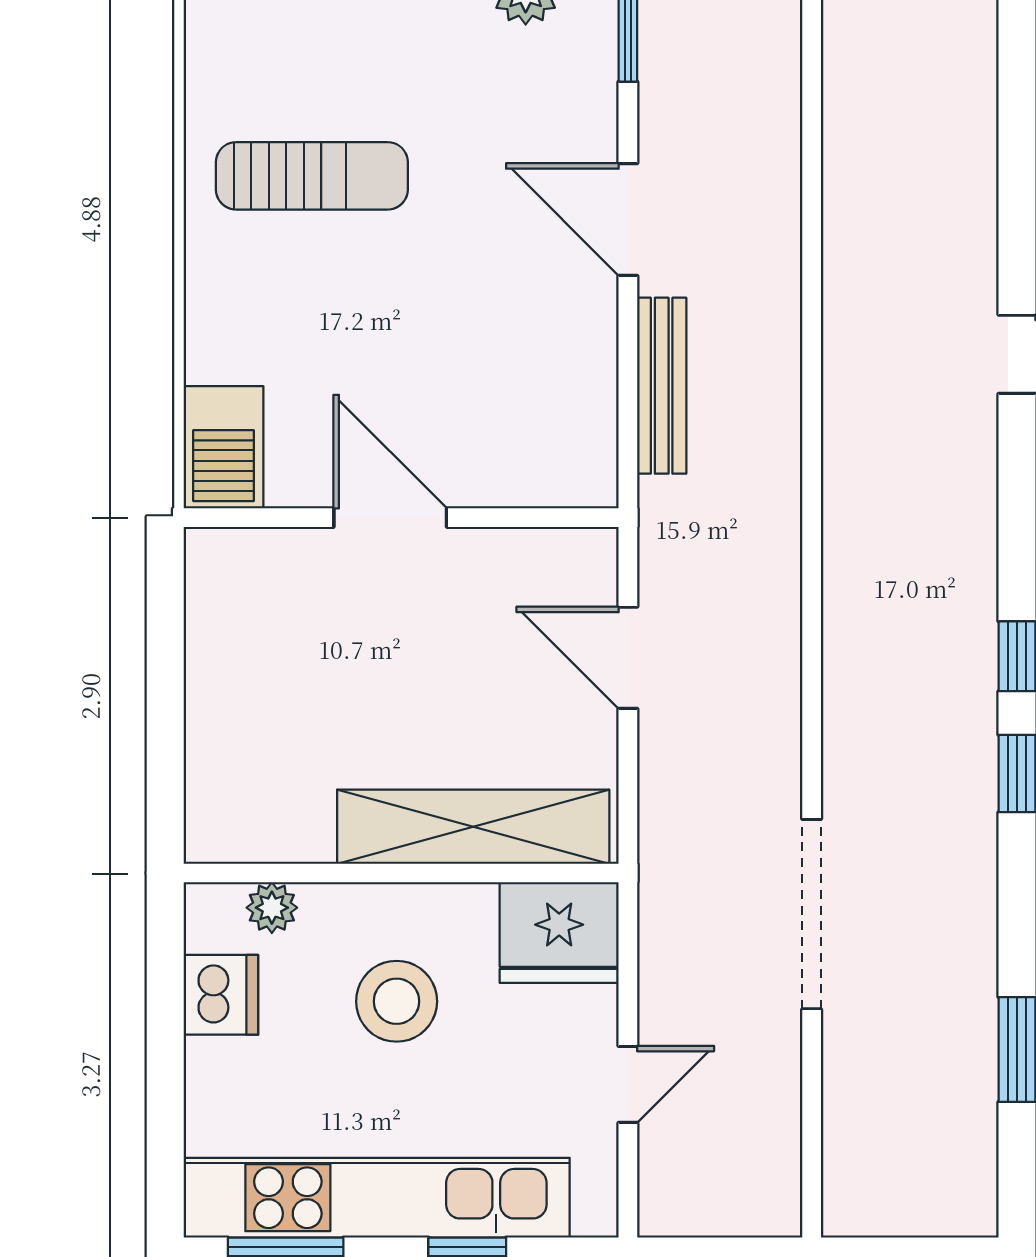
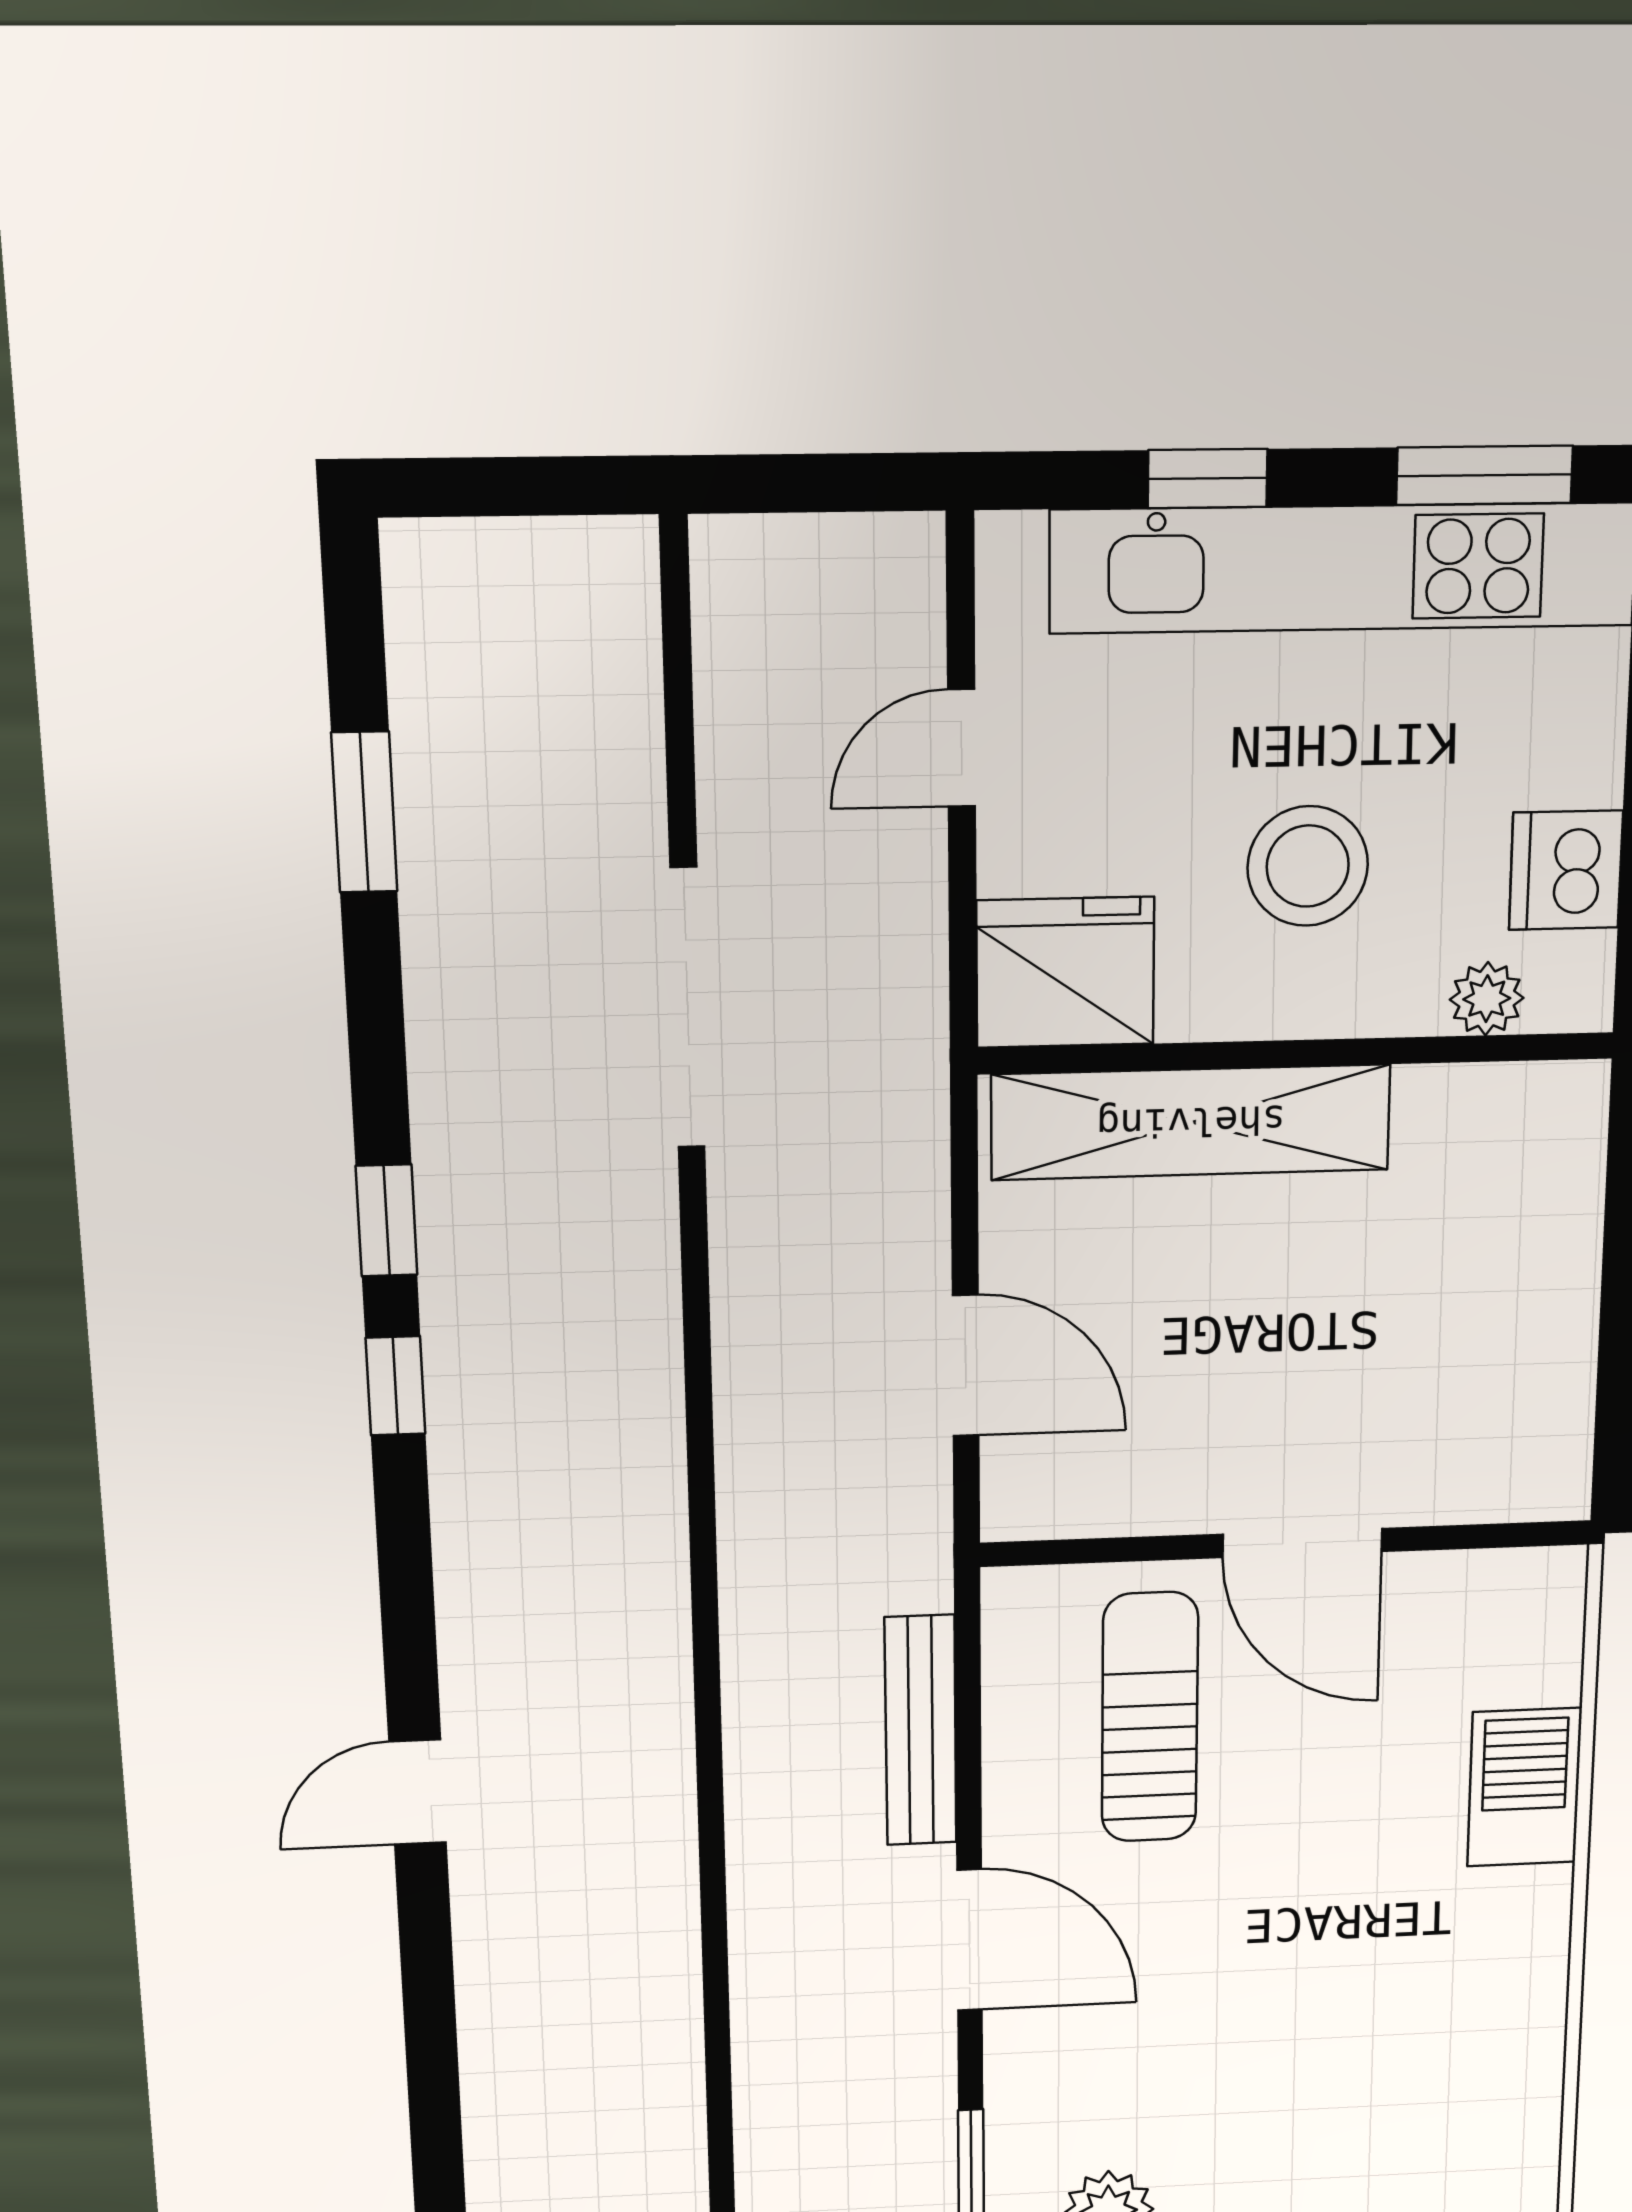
sun lounger: (312, 176) -> (1150, 1717), moved, turned 90
barbecue: (223, 447) -> (1524, 1787), moved

